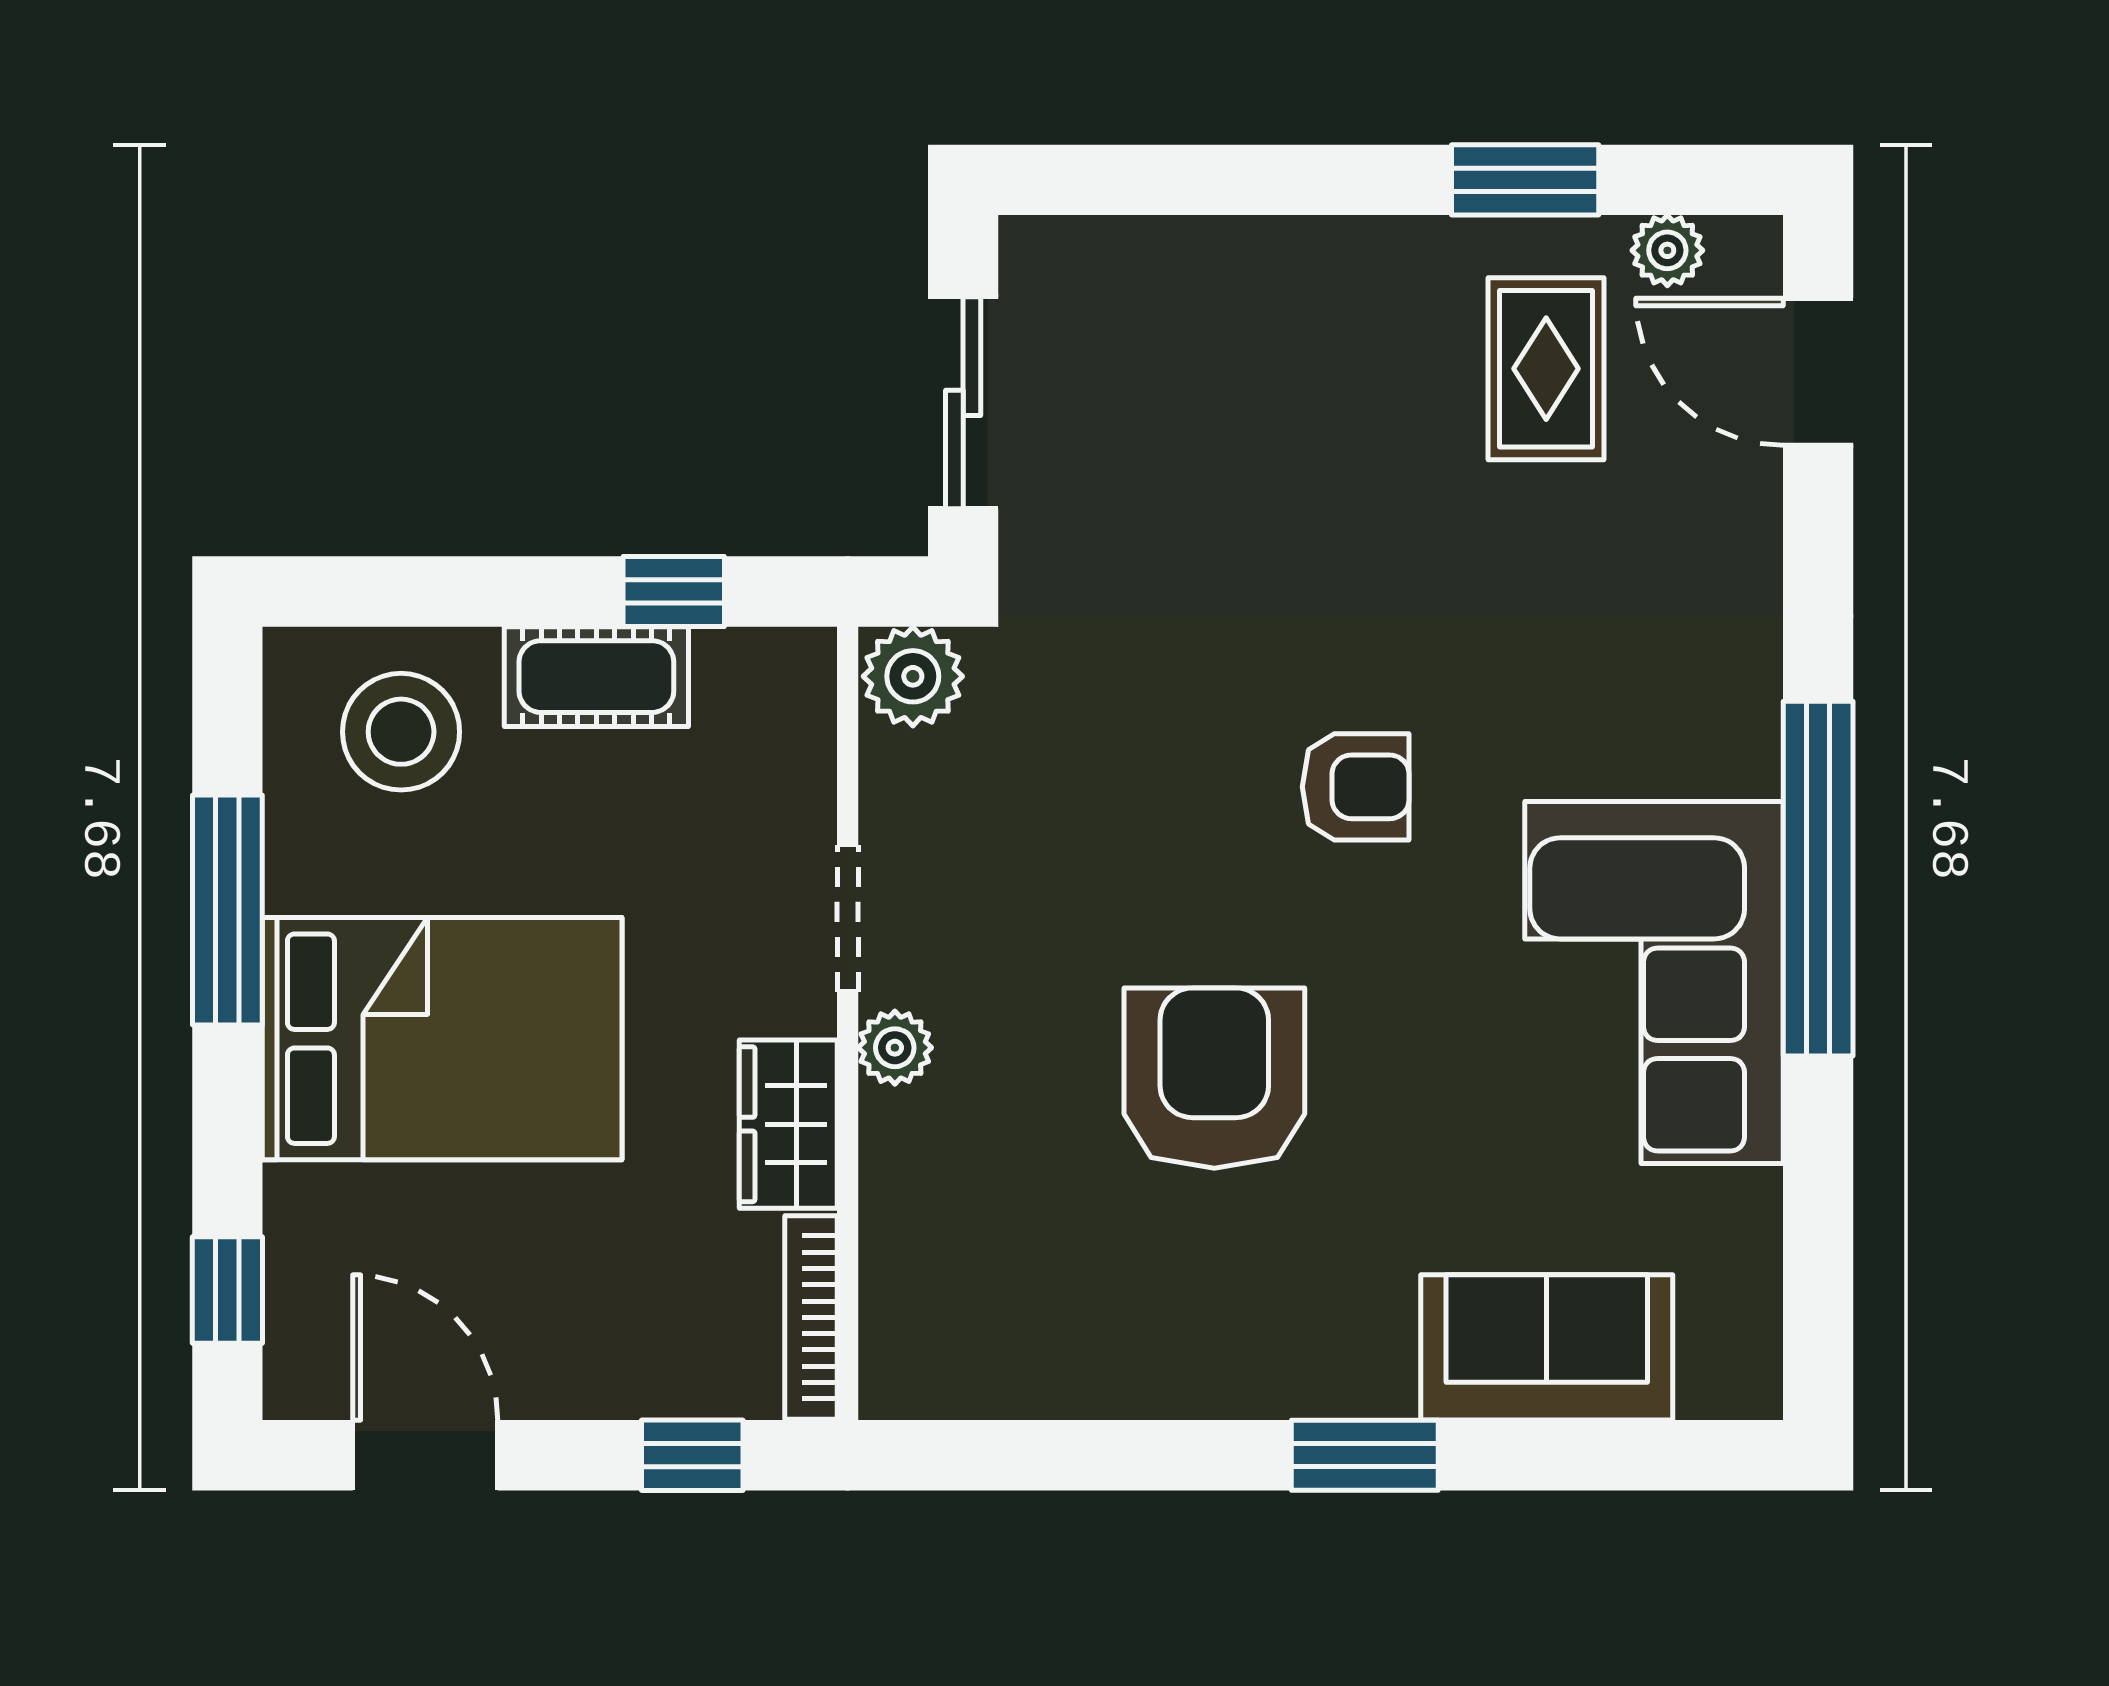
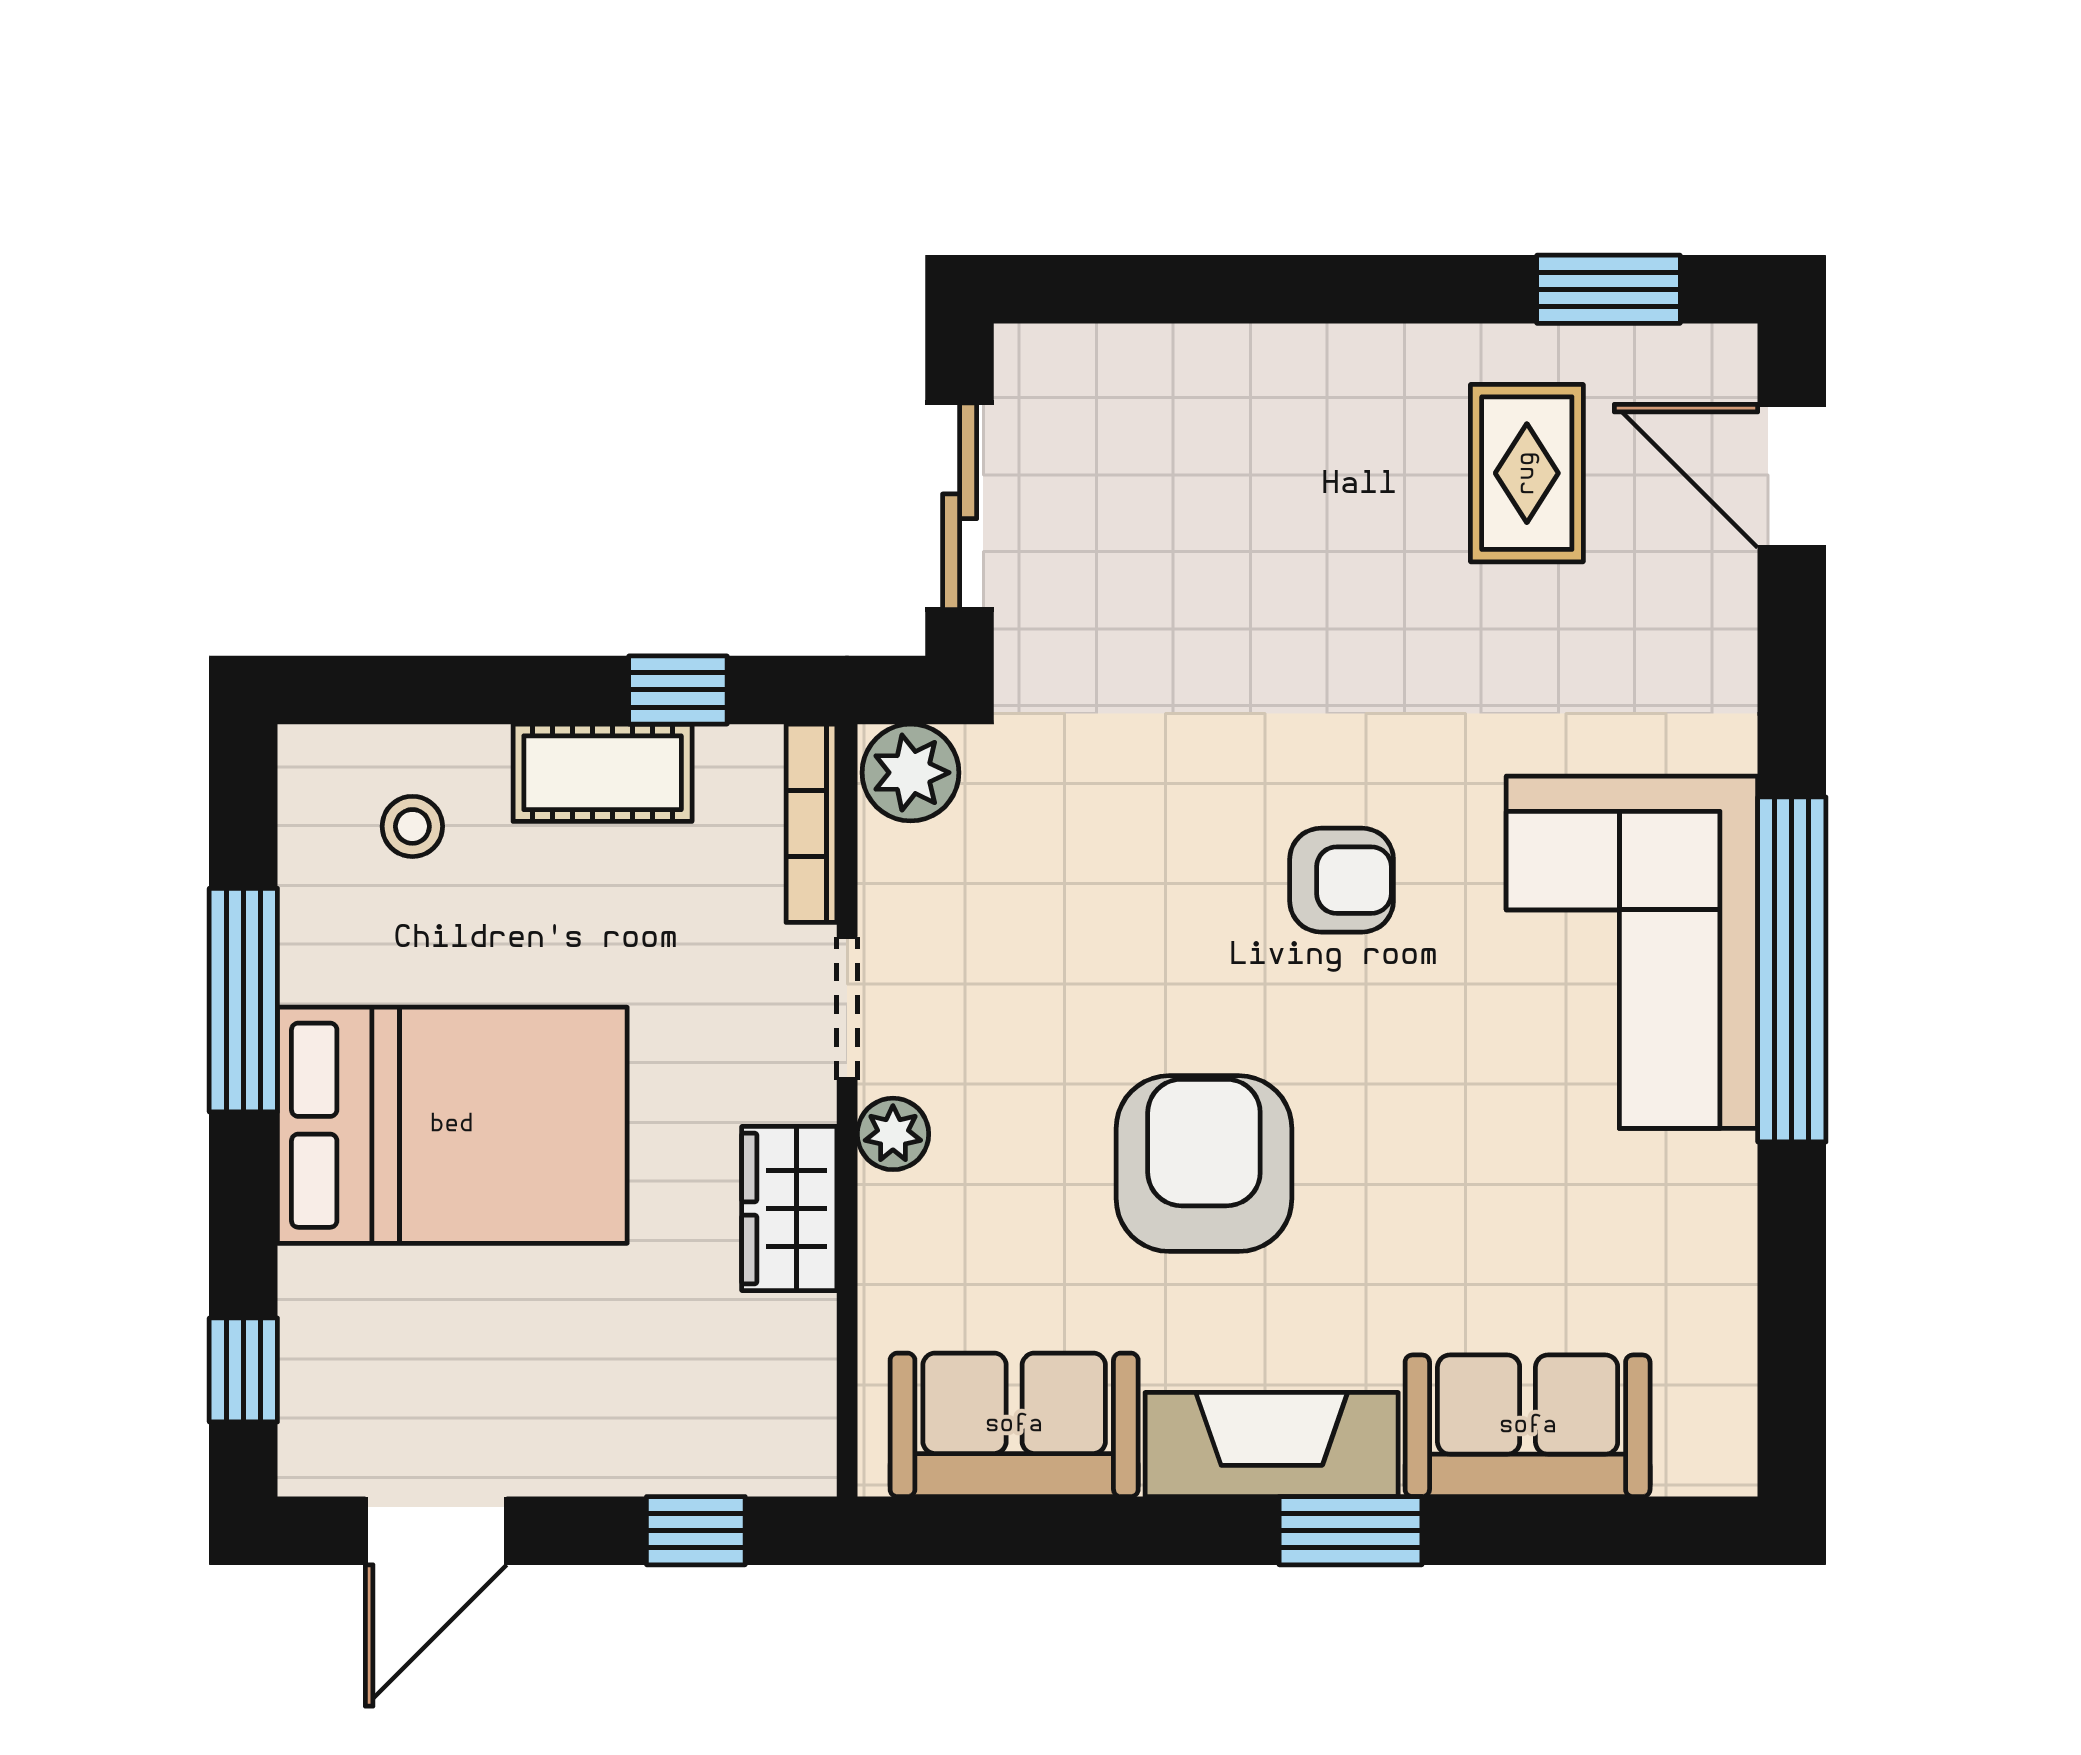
window: (1525, 180) -> (1609, 289), moved
plant: (1667, 250) -> (1645, 358), removed
stool: (401, 732) -> (412, 826), width x0.53, depth x0.53
corner sofa: (1654, 983) -> (1632, 952), moved
bookcase: (811, 1317) -> (811, 823), moved
sofa: (1019, 1347) -> (1014, 1425), added
fireplace: (1284, 1367) -> (1272, 1445), added
door: (425, 1455) -> (436, 1531), swing flipped

